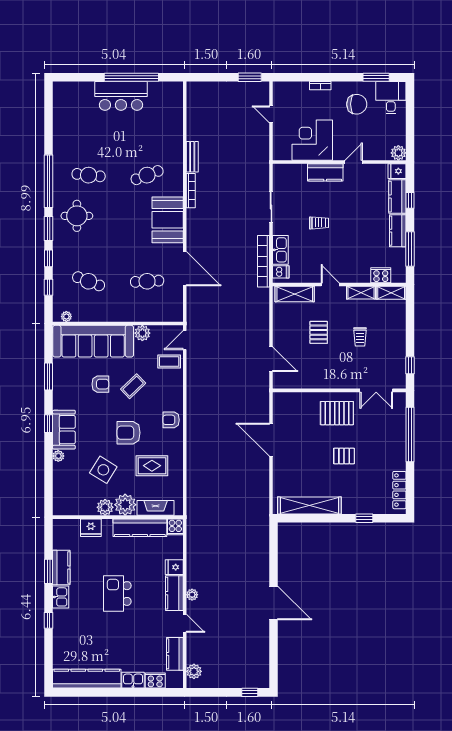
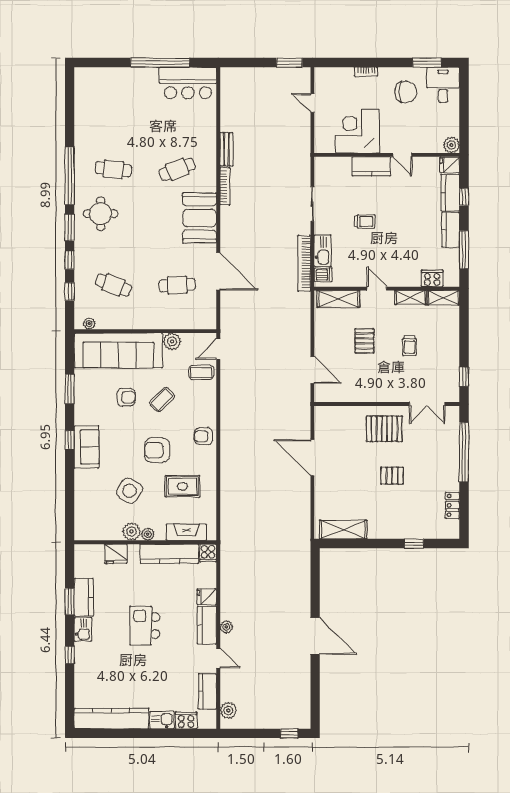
bar counter: (121, 96) -> (188, 83), moved
door: (354, 162) -> (402, 155), swing flipped
plant: (58, 456) -> (80, 476), removed
locker: (399, 490) -> (452, 505), width x0.66
plant: (125, 505) -> (148, 534), width x0.53, depth x0.53
shelving: (309, 505) -> (343, 530), width x0.68

